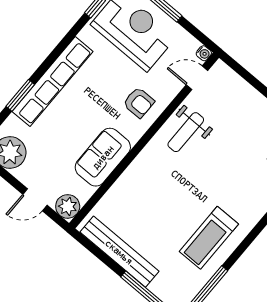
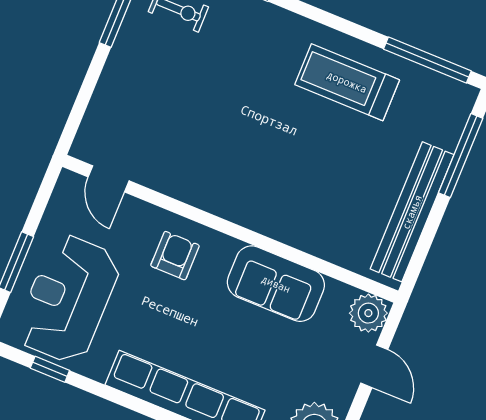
water cooler: (204, 53) -> (68, 180), removed
weight bench: (186, 132) -> (197, 169), removed
treadmill: (209, 238) -> (347, 82), turned 180

